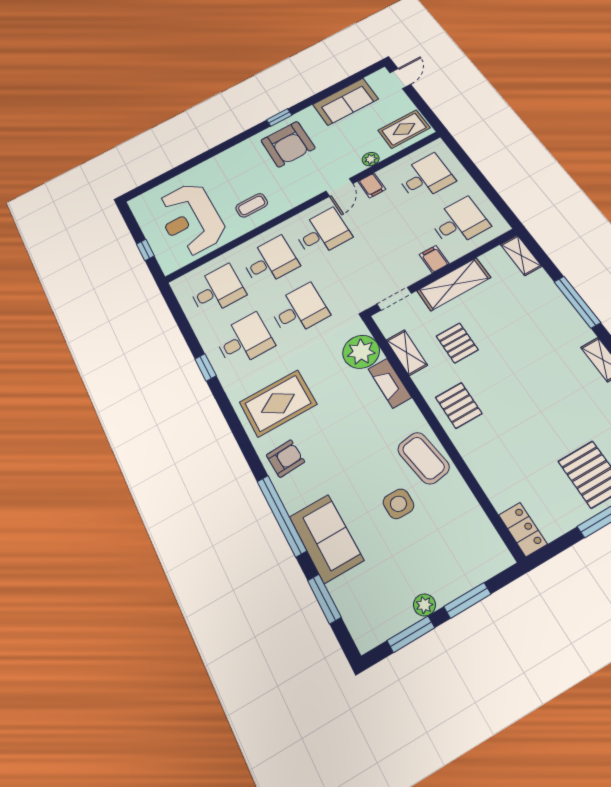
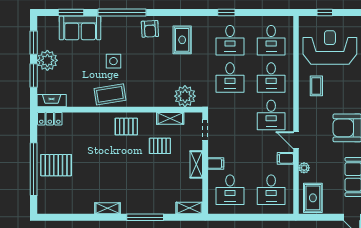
shelving: (454, 284) -> (196, 164), width x0.67, depth x0.75
fireplace: (390, 383) -> (52, 101), moved
rug: (278, 403) -> (182, 40), width x0.73, depth x0.70
side table: (398, 504) -> (113, 61), moved
sofa: (326, 538) -> (80, 28), moved
plant: (424, 605) -> (47, 60), width x1.88, depth x1.88

